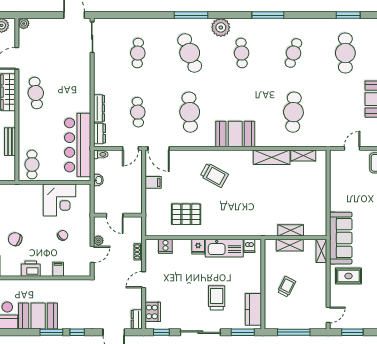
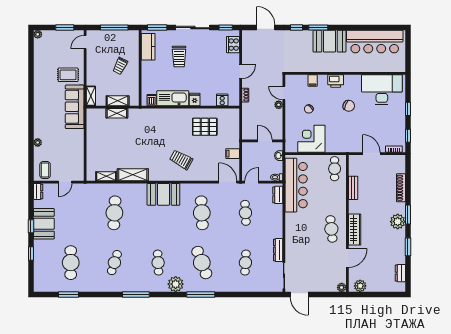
dresser: (99, 108) -> (278, 250), moved
door: (115, 215) -> (265, 141), moved
wall: (118, 215) -> (262, 141), moved
door: (92, 254) -> (284, 93), hinge flipped
dresser: (137, 319) -> (246, 38), removed

